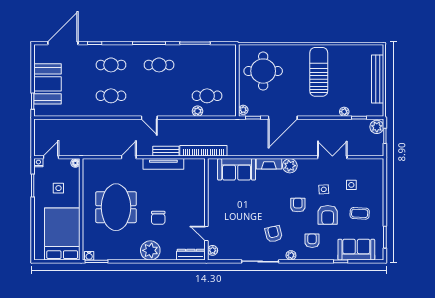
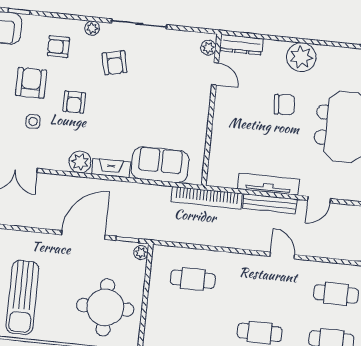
plant: (198, 111) -> (209, 258), removed
bench: (166, 151) -> (270, 204), width x1.36
chair: (158, 218) -> (284, 105), turned 86
armchair: (312, 241) -> (58, 47), turned 90

